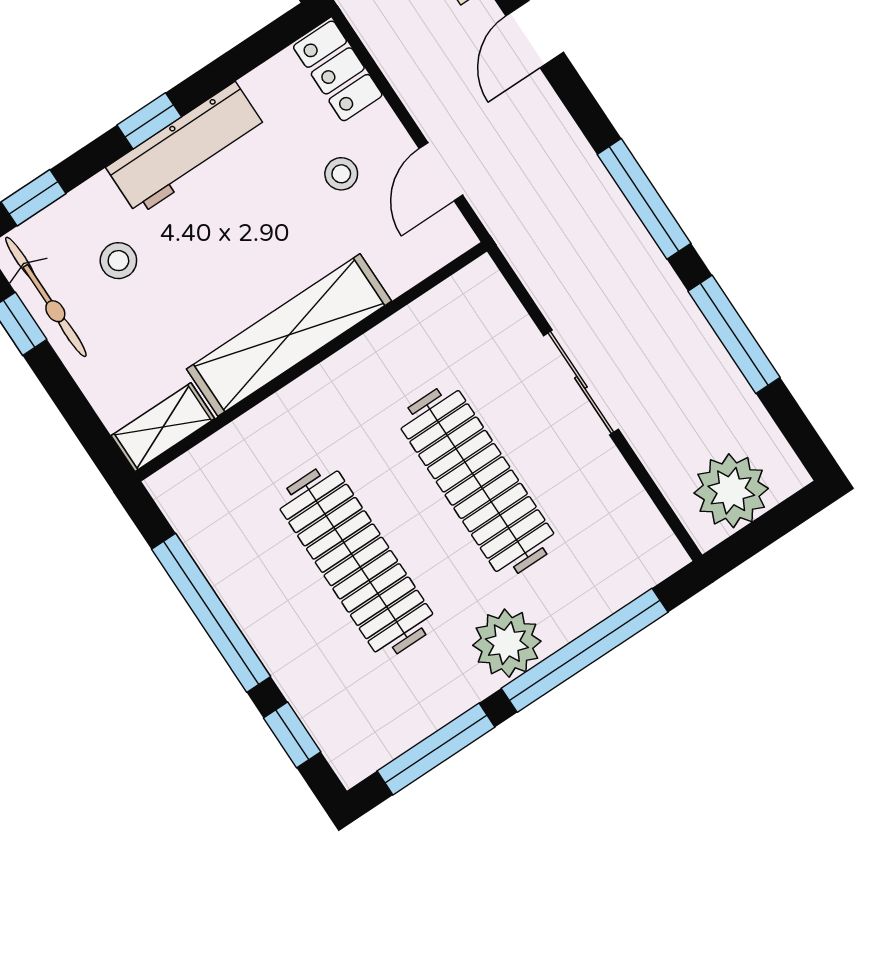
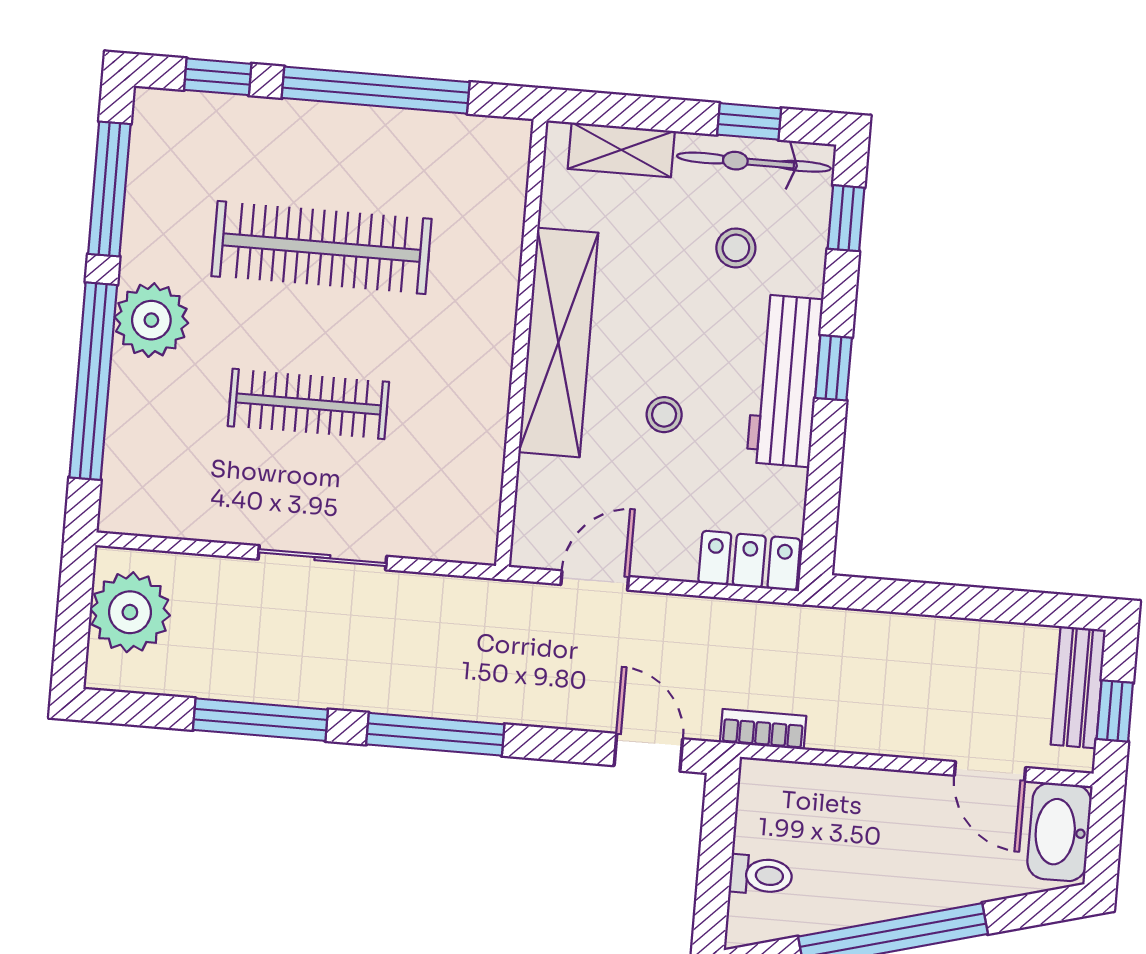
door: (441, 172) -> (595, 581), hinge flipped
stool: (341, 174) -> (664, 415), moved
shelving: (163, 427) -> (621, 150), moved, turned 90
clothes rail: (477, 481) -> (308, 404), width x0.73, depth x0.76

